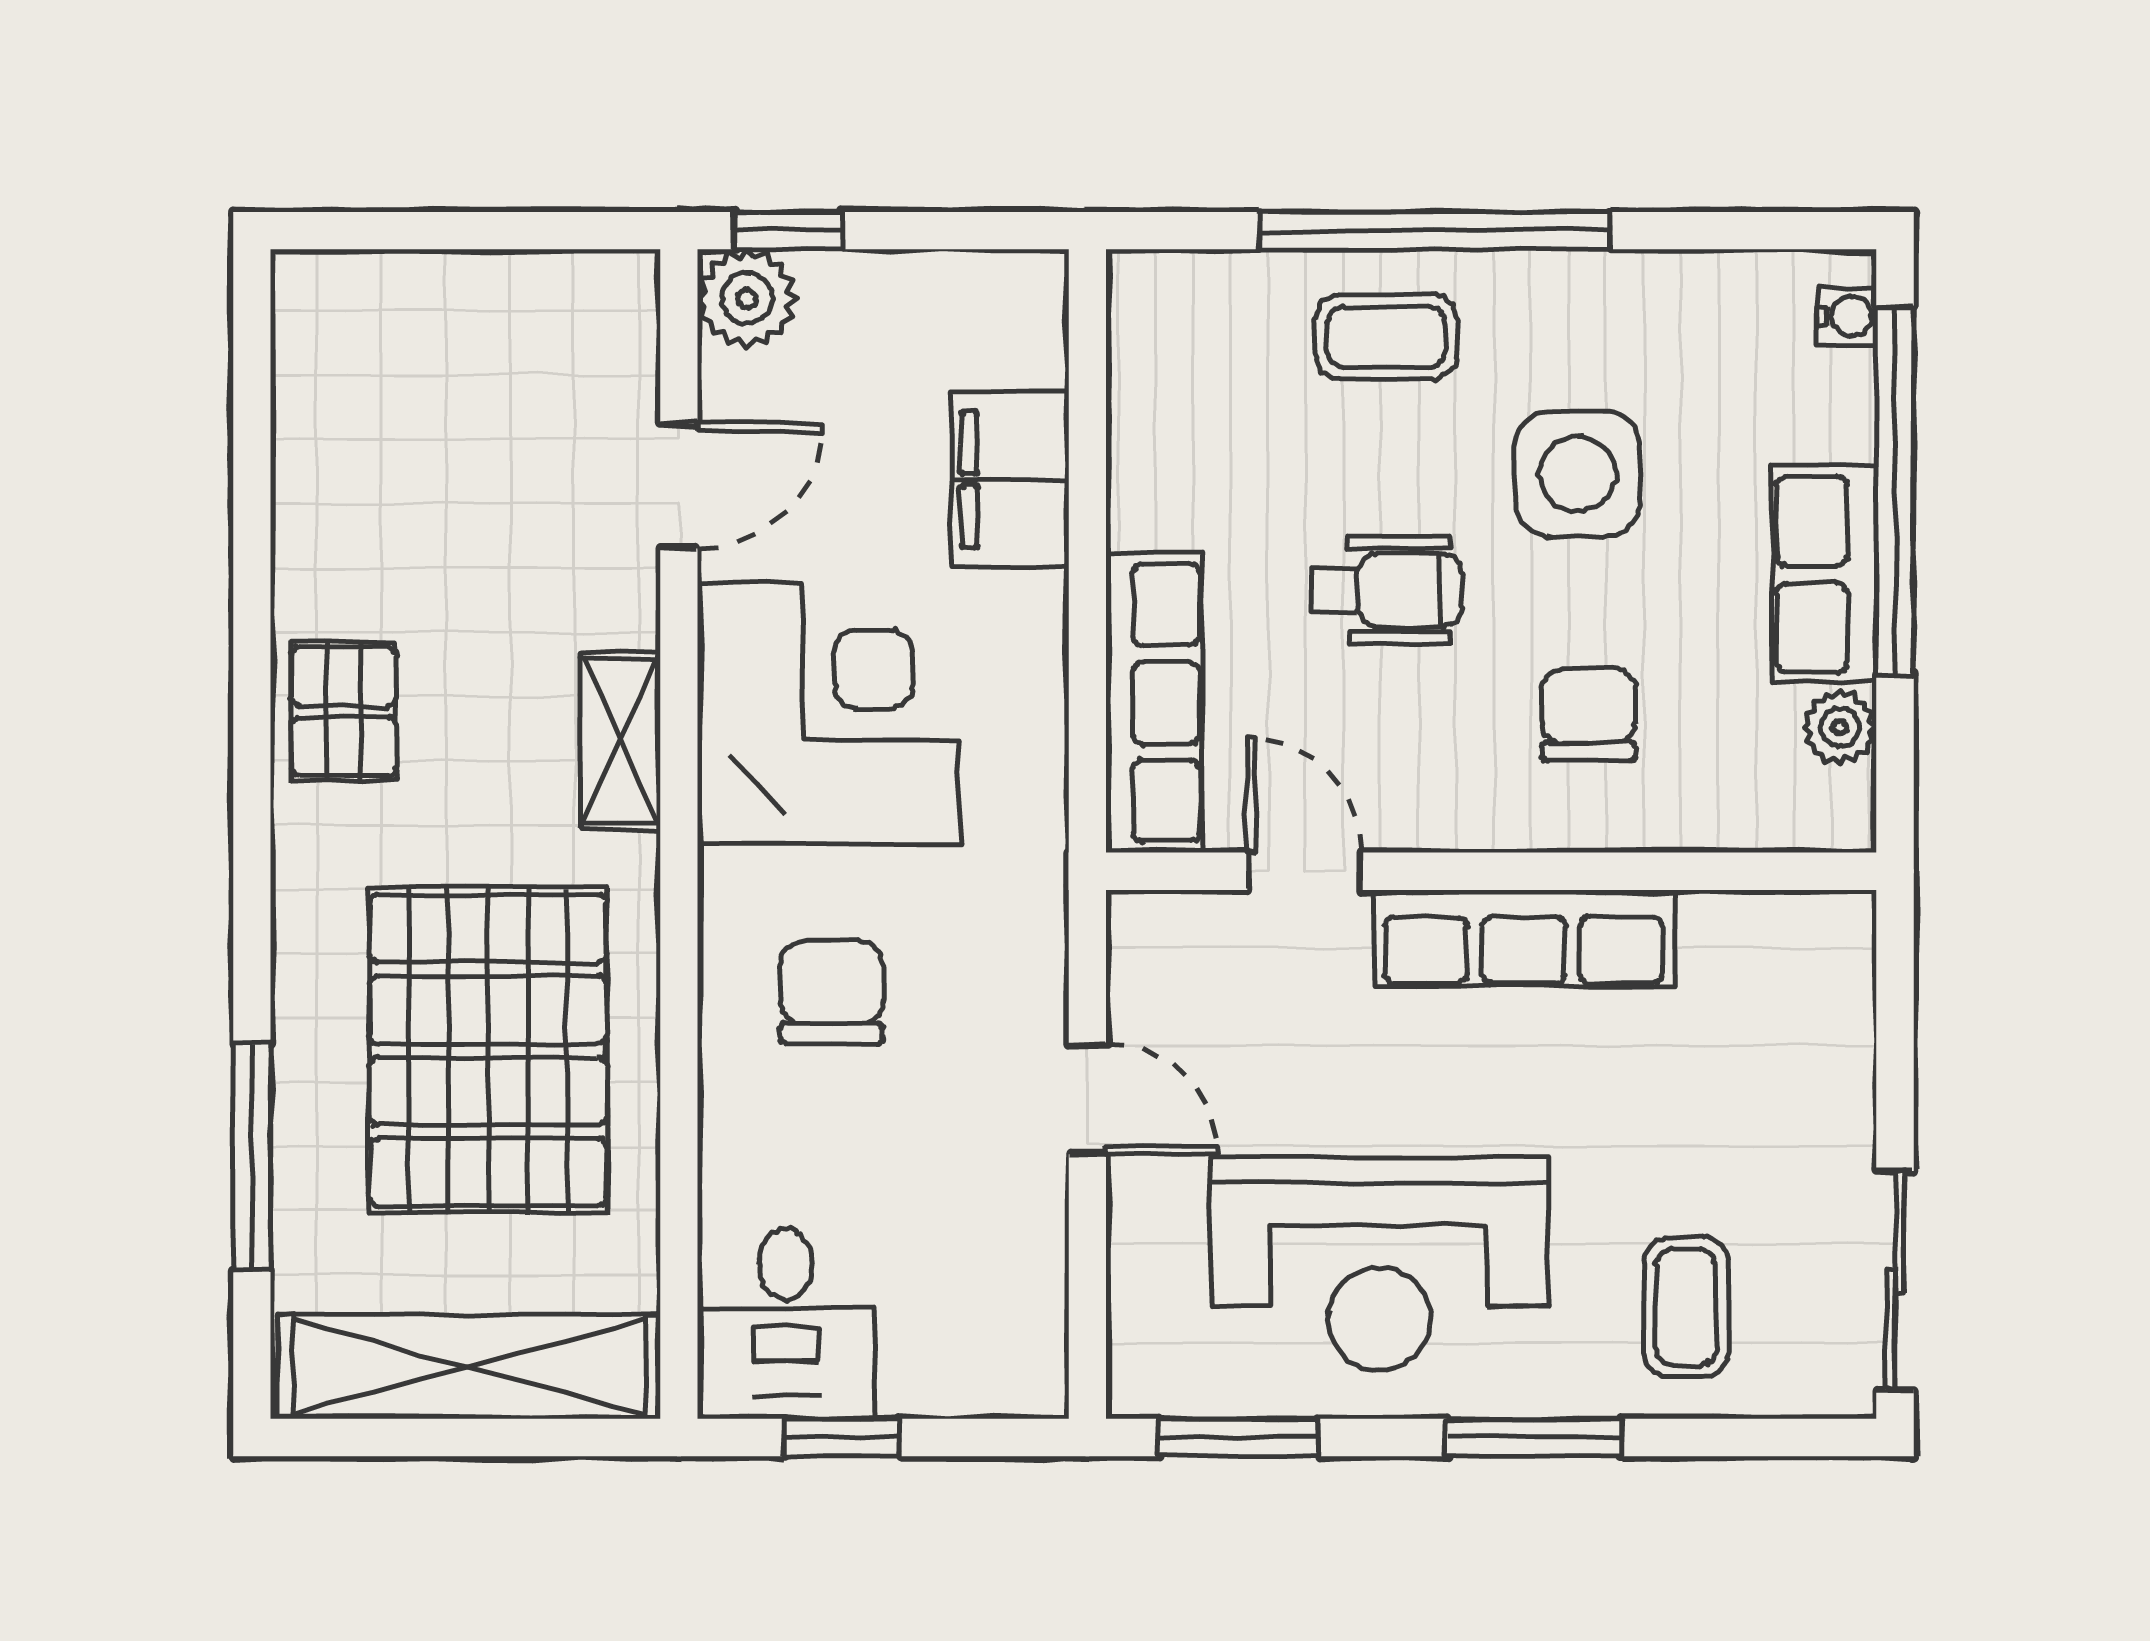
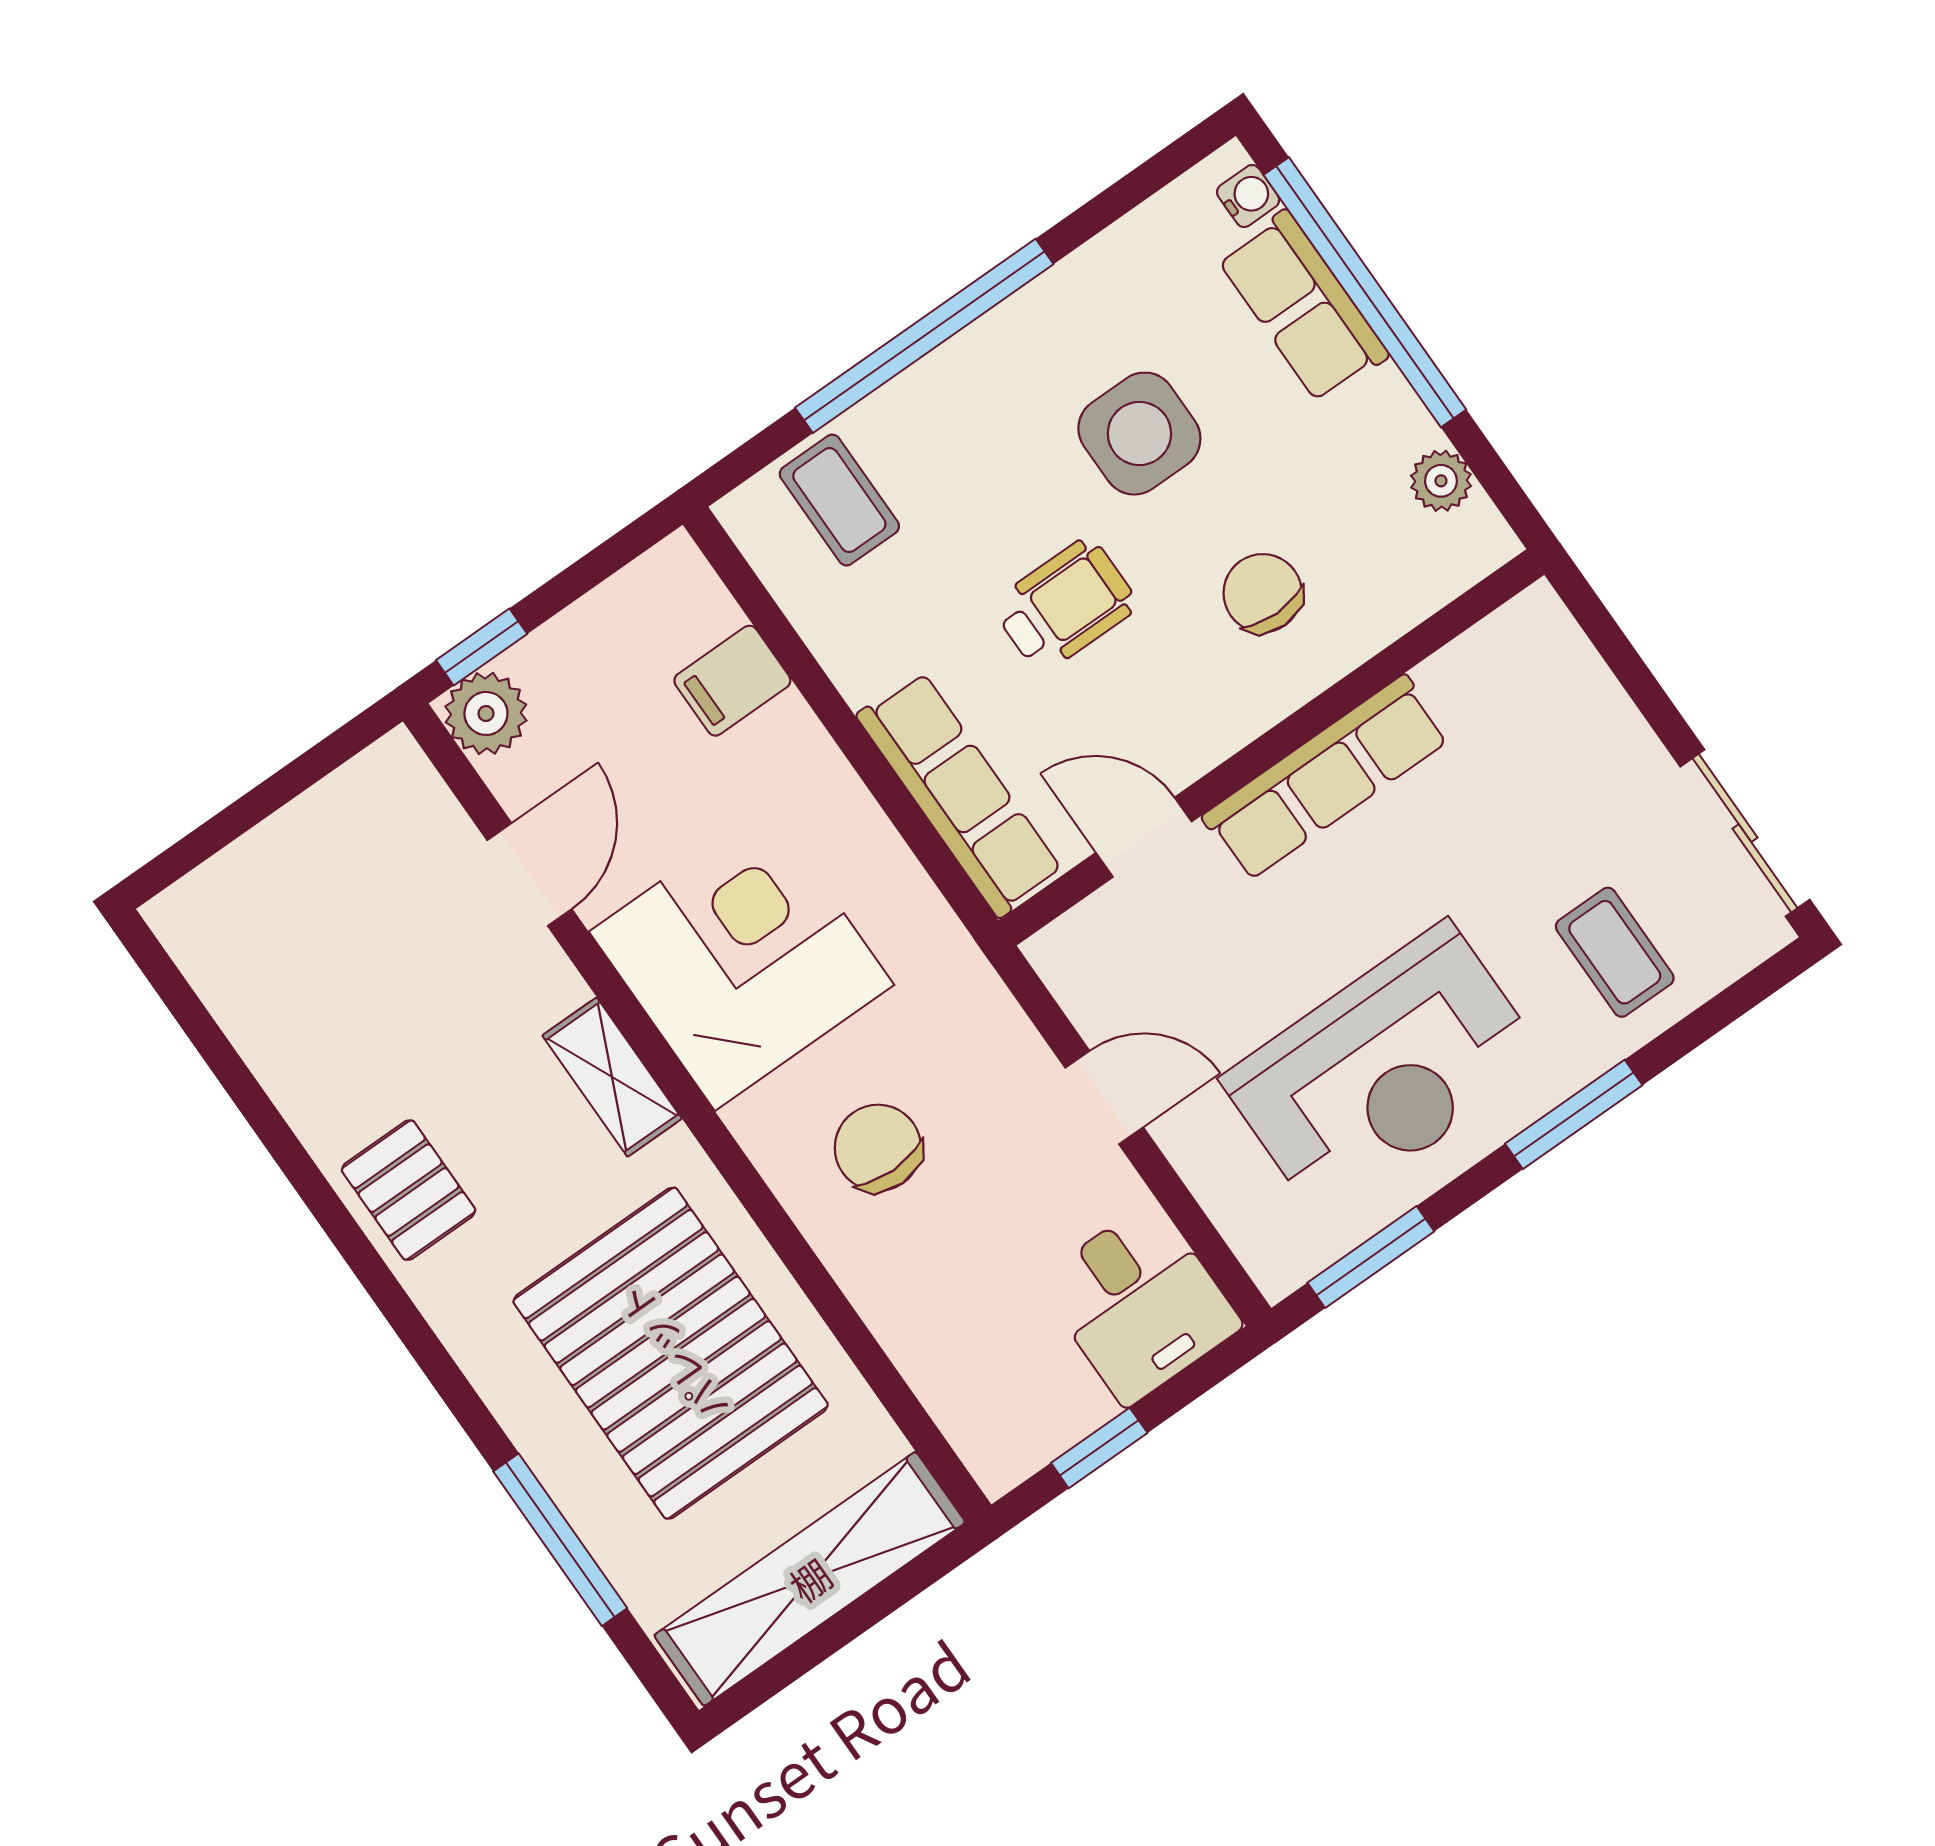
coffee table: (1386, 337) -> (839, 500), moved, turned 90
filing cabinet: (1010, 480) -> (732, 681), width x0.50
row of seats: (1824, 574) -> (1303, 307), moved
desk: (786, 1324) -> (1139, 1303), moved

